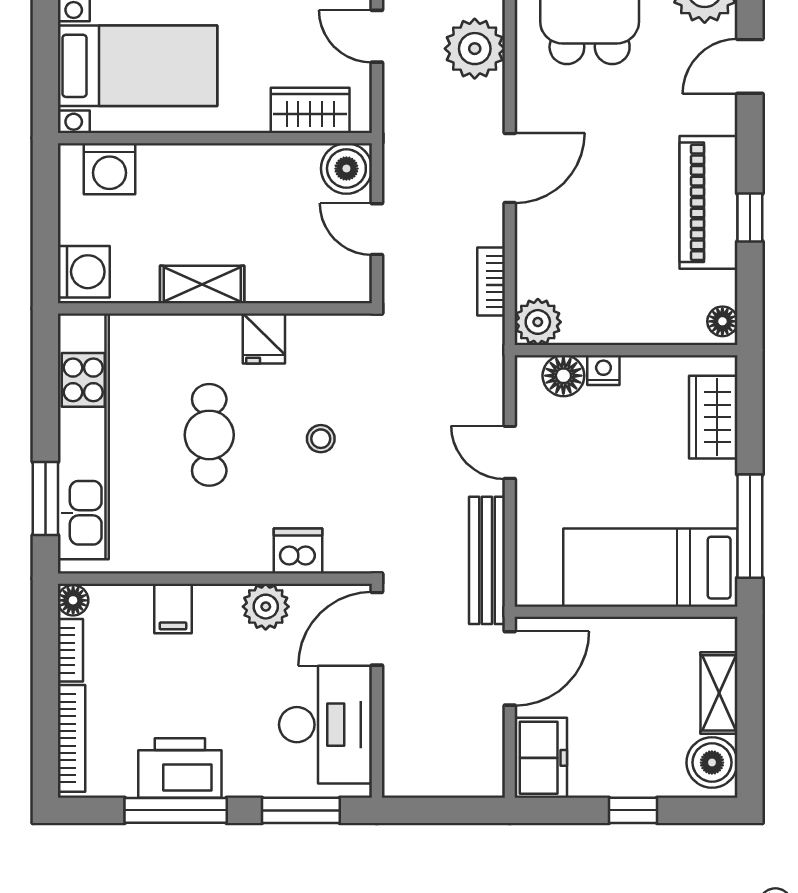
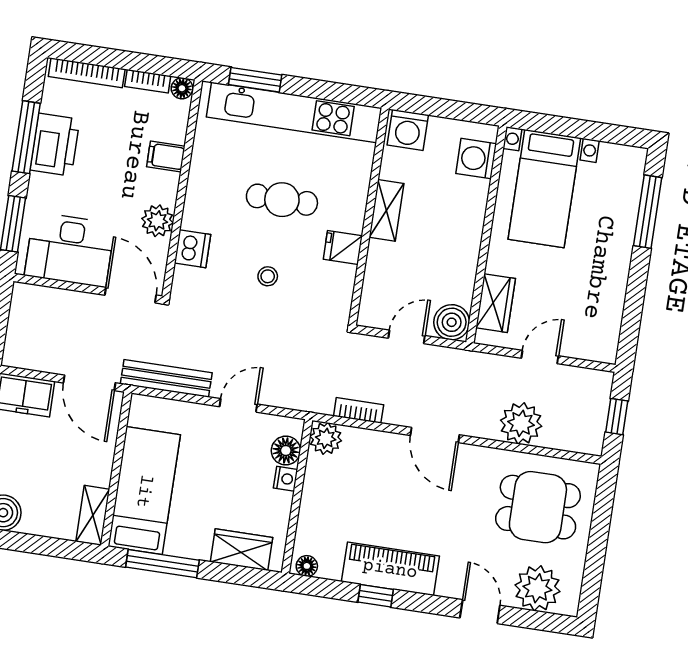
shelving: (719, 693) -> (93, 515), moved, turned 90

